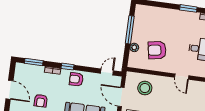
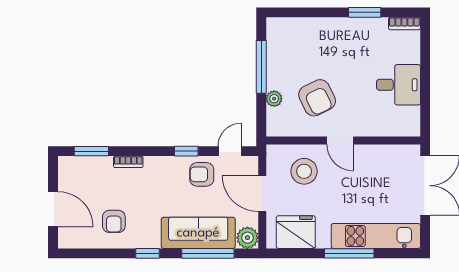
armchair: (157, 50) -> (317, 98), turned -106
window: (67, 67) -> (186, 151), moved
door: (182, 77) -> (340, 141), moved
armchair: (76, 79) -> (202, 174), moved

